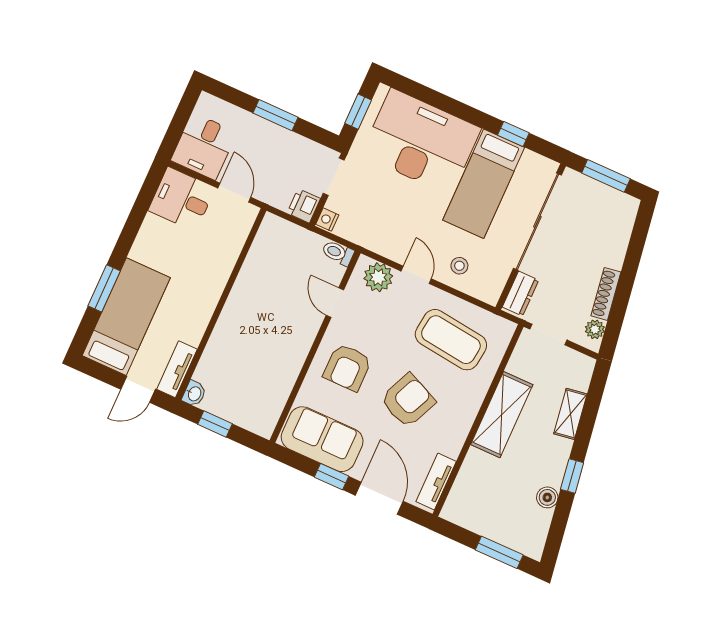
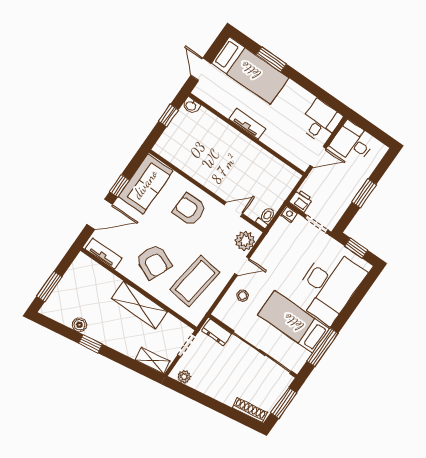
window: (513, 134) -> (322, 347), width x2.17
shoe rack: (606, 294) -> (250, 410), moved
tv unit: (177, 369) -> (247, 124), moved
armchair: (408, 401) -> (154, 262), moved
shelving: (570, 414) -> (153, 361), moved

